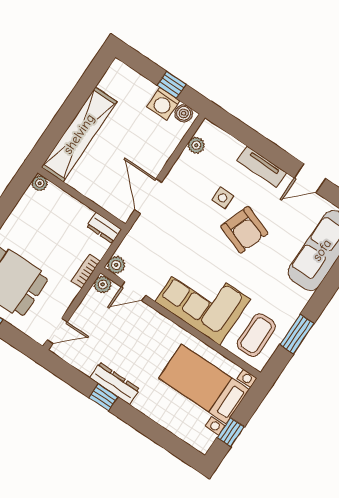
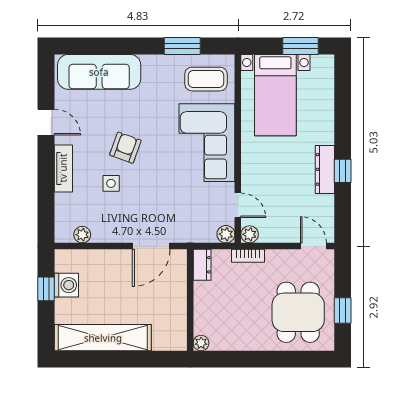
boiler: (184, 113) -> (63, 263), removed
shelving: (79, 134) -> (103, 338), moved
armchair: (244, 230) -> (125, 148), width x0.72, depth x0.72
window: (231, 432) -> (300, 46), width x1.50

